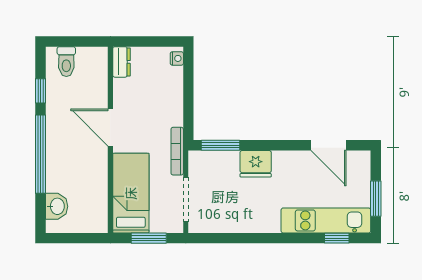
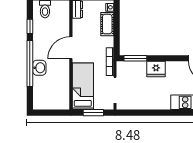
cot: (172, 87) -> (107, 24), added
door: (110, 128) -> (71, 48), hinge flipped
washbasin: (57, 206) -> (39, 68), moved

